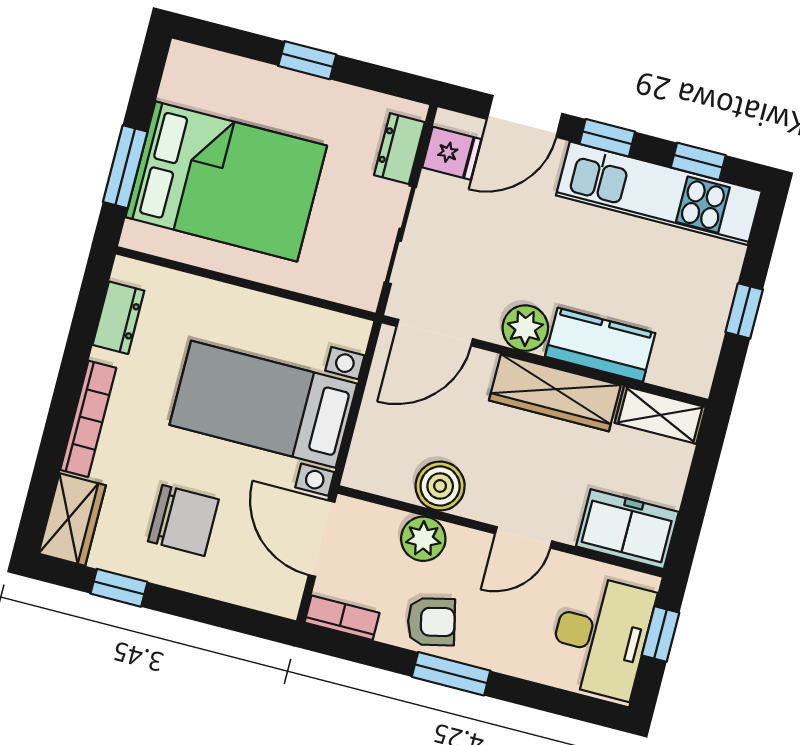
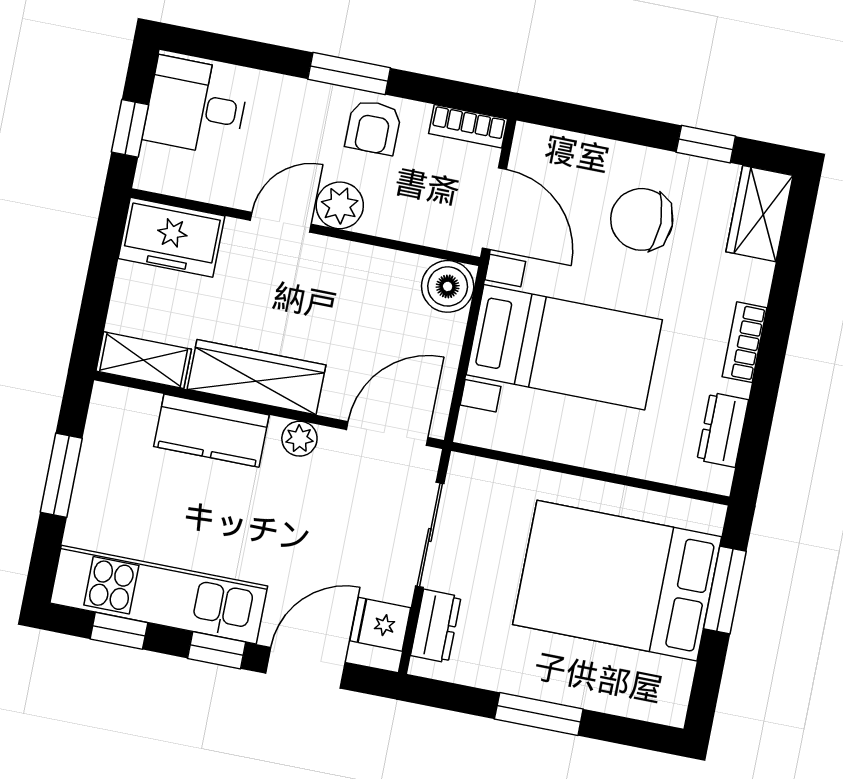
window: (307, 60) -> (539, 714), width x1.50
window: (744, 311) -> (61, 475), width x1.50
plant: (525, 328) -> (299, 439), width x0.73, depth x0.73
bookcase: (88, 419) -> (744, 342), width x0.64
boiler: (440, 486) -> (448, 286), moved
plant: (423, 539) -> (340, 205), moved
armchair: (431, 622) -> (373, 127), turned -77
desk: (601, 637) -> (196, 106), width x0.73

